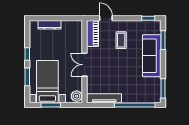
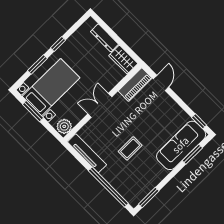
wardrobe: (72, 26) -> (123, 60), added
coffee table: (121, 40) -> (130, 148), moved
sofa: (152, 56) -> (181, 145), moved

